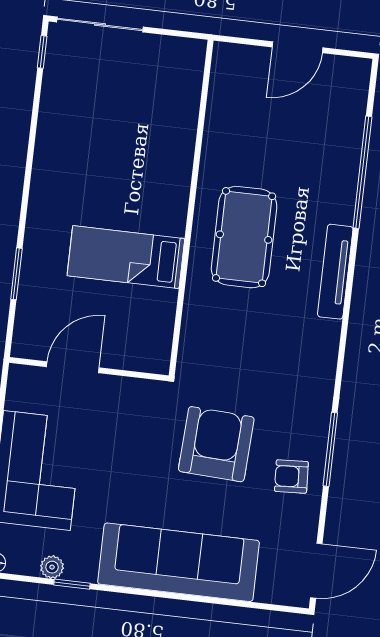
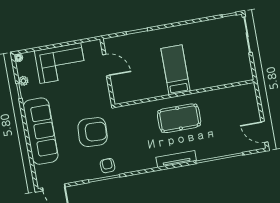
door: (297, 47) -> (264, 132), moved
bed: (126, 257) -> (176, 70), moved
armchair: (291, 476) -> (108, 166), moved

